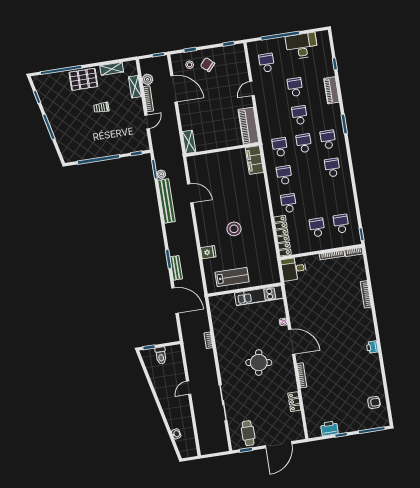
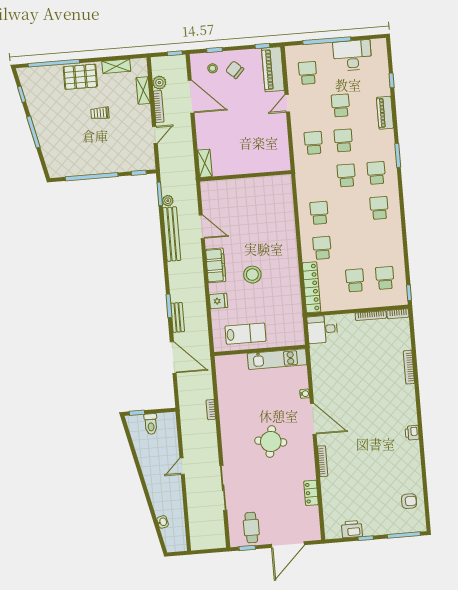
piano: (248, 126) -> (273, 69), moved
school desk: (280, 147) -> (313, 143), moved
filing cabinet: (254, 160) -> (216, 265), moved, turned 180

